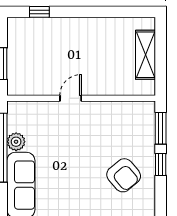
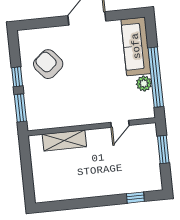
shelving: (146, 55) -> (64, 140), moved, turned 90
door: (71, 98) -> (120, 124), moved

